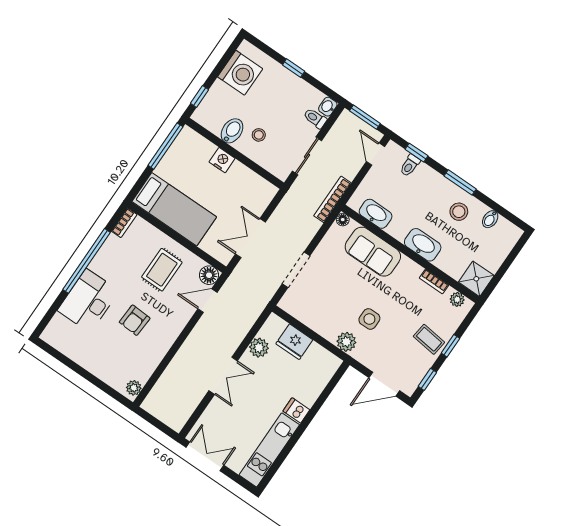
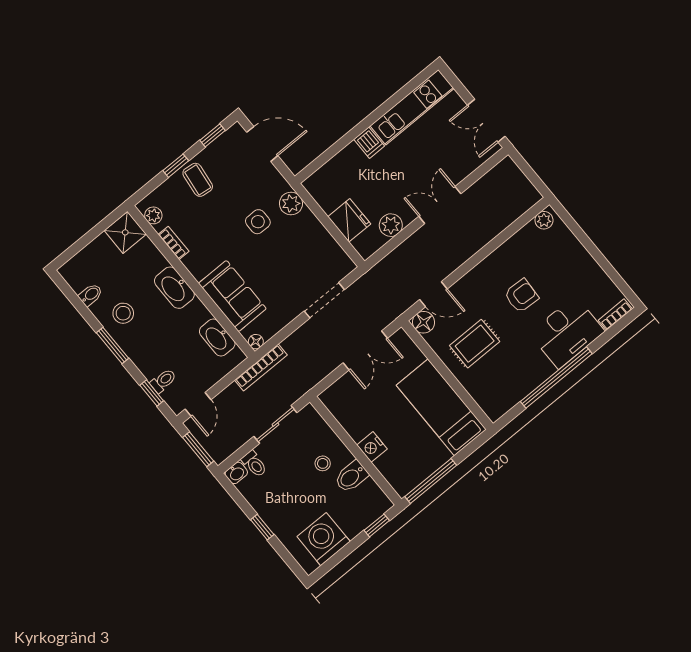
bookcase: (124, 223) -> (615, 315), moved

